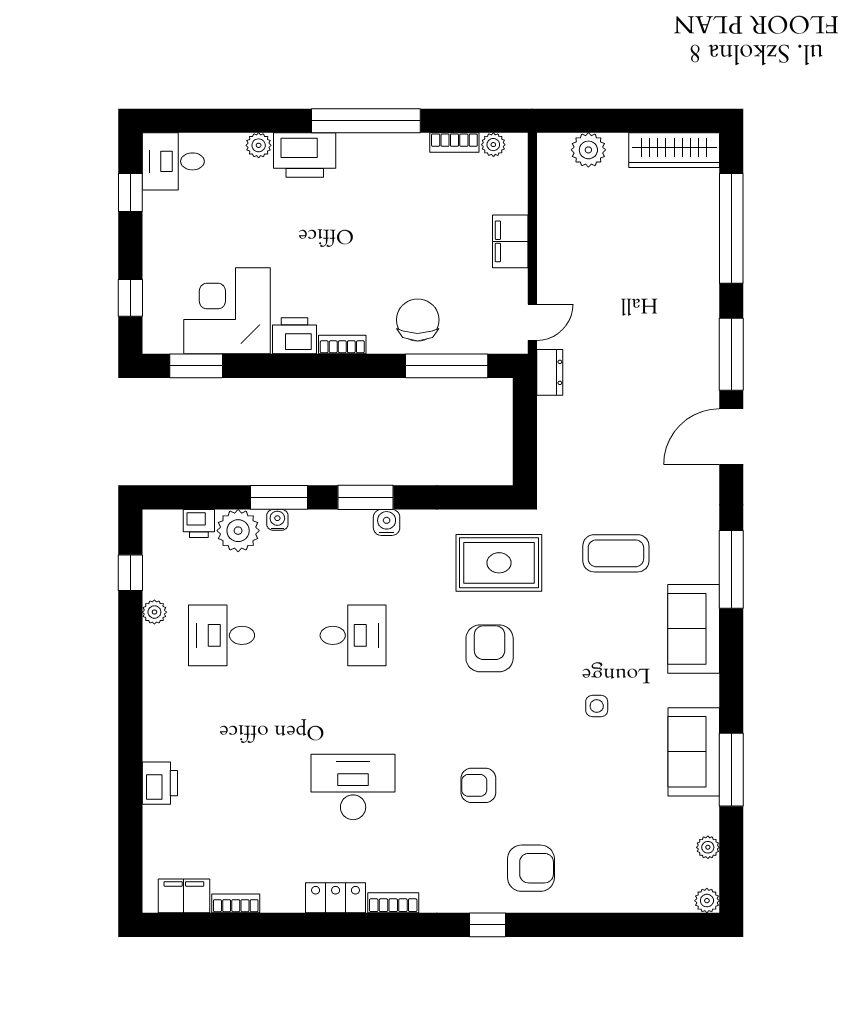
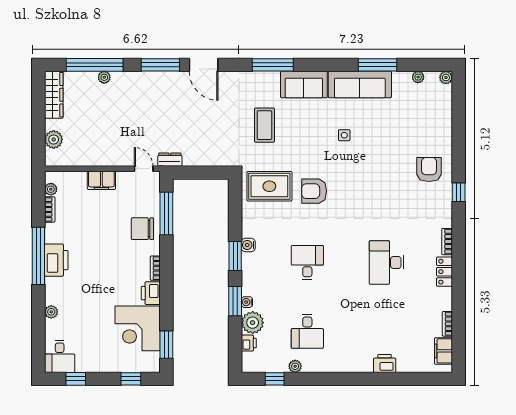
printer: (305, 155) -> (56, 260), moved
plant: (707, 247) -> (104, 77), added
rug: (499, 563) -> (269, 186), turned 90
sofa: (694, 752) -> (360, 84), width x1.36
armchair: (478, 785) -> (386, 197), removed

